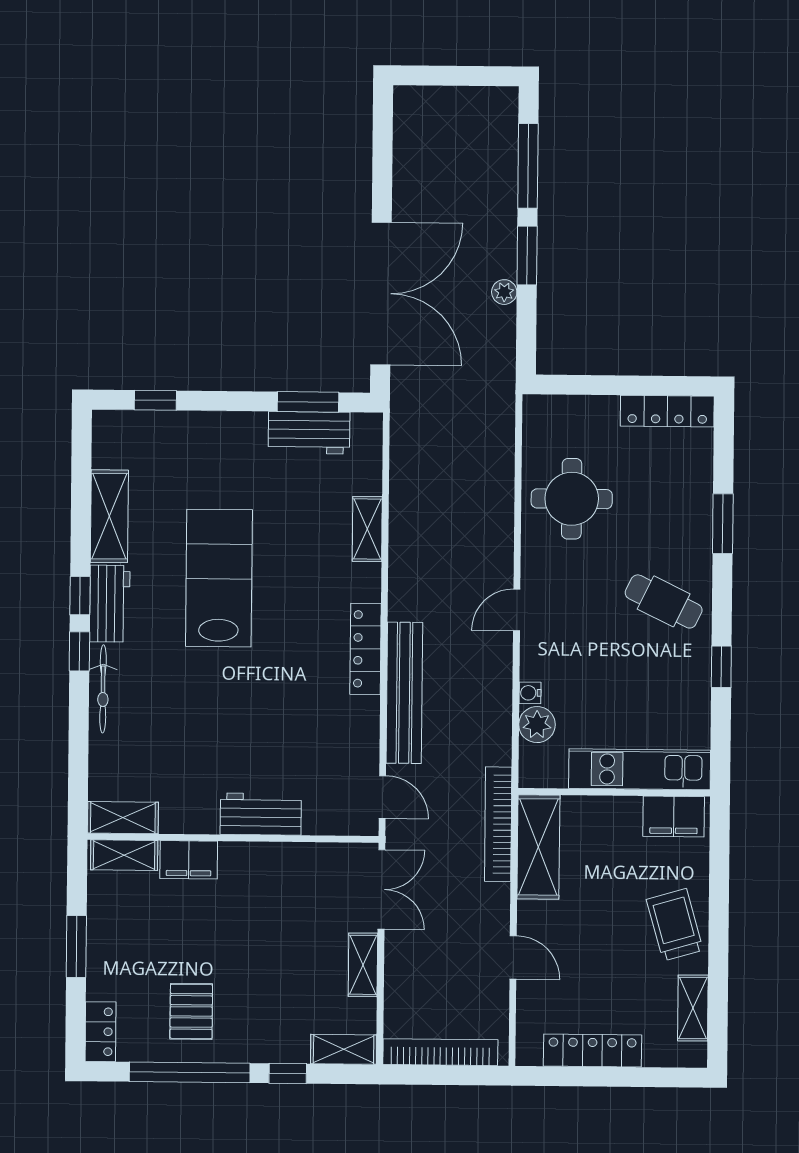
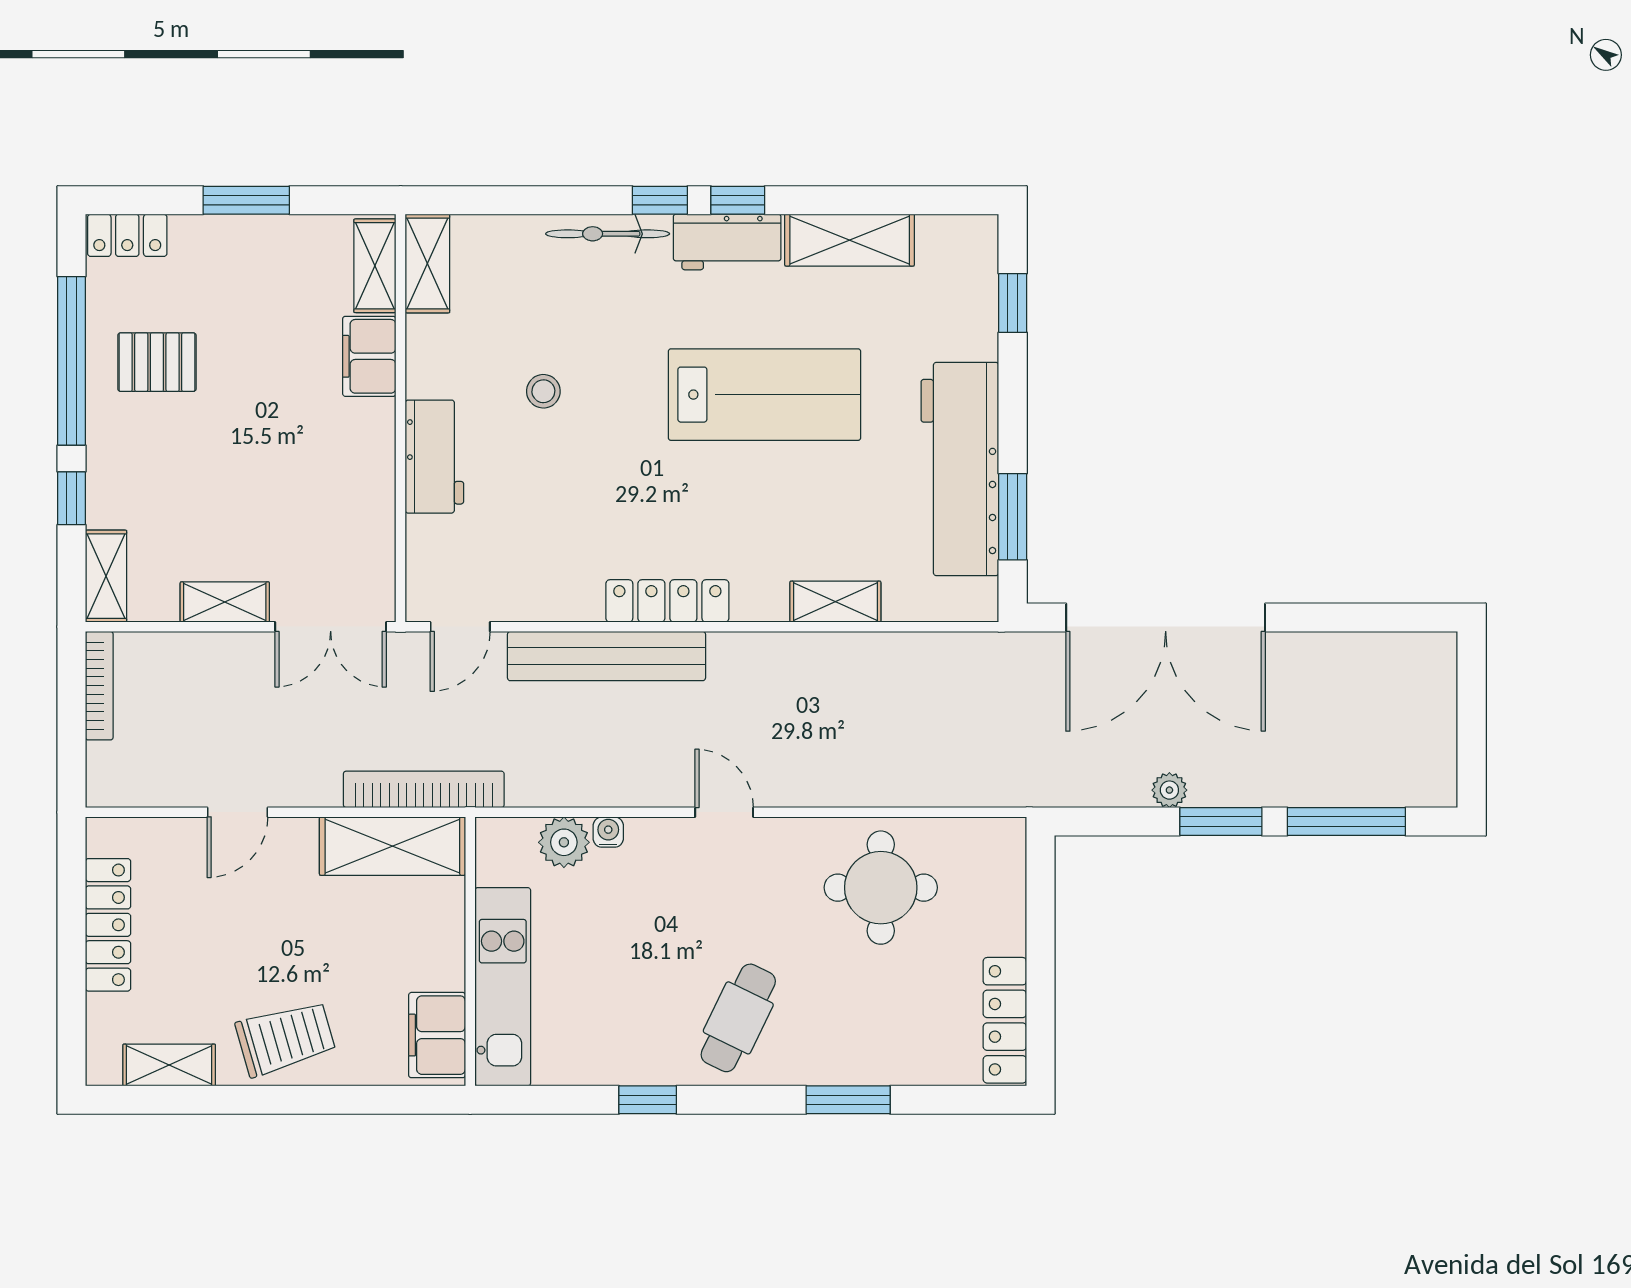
workbench: (309, 433) -> (960, 469), width x1.87, depth x1.32
stool: (215, 736) -> (543, 391), added
bookcase: (440, 1052) -> (99, 686), width x0.68, depth x0.76

